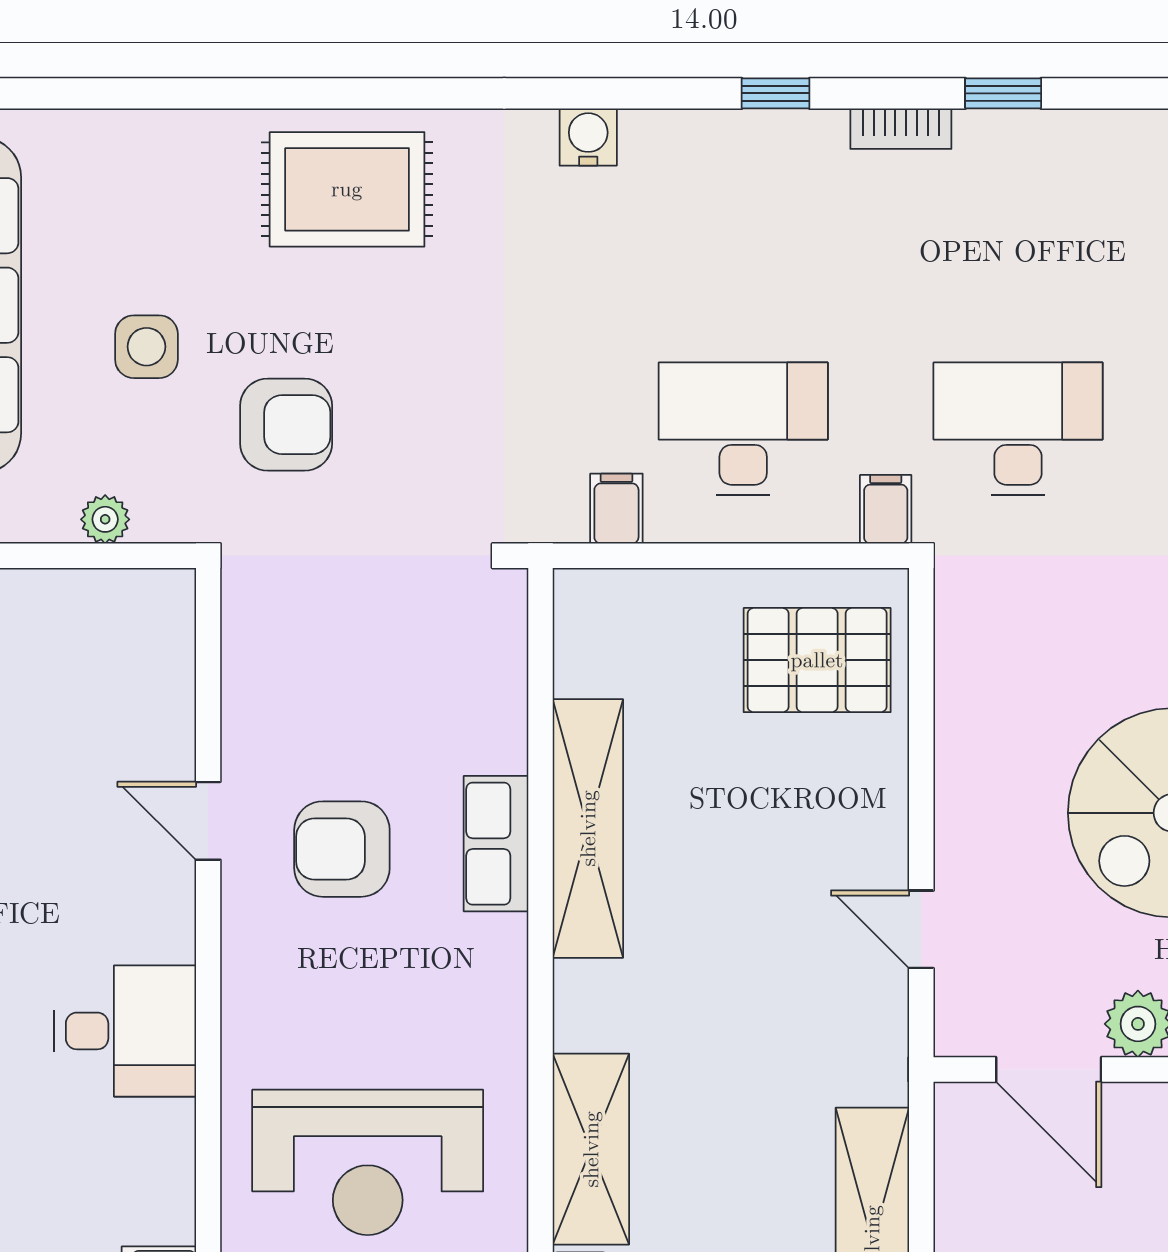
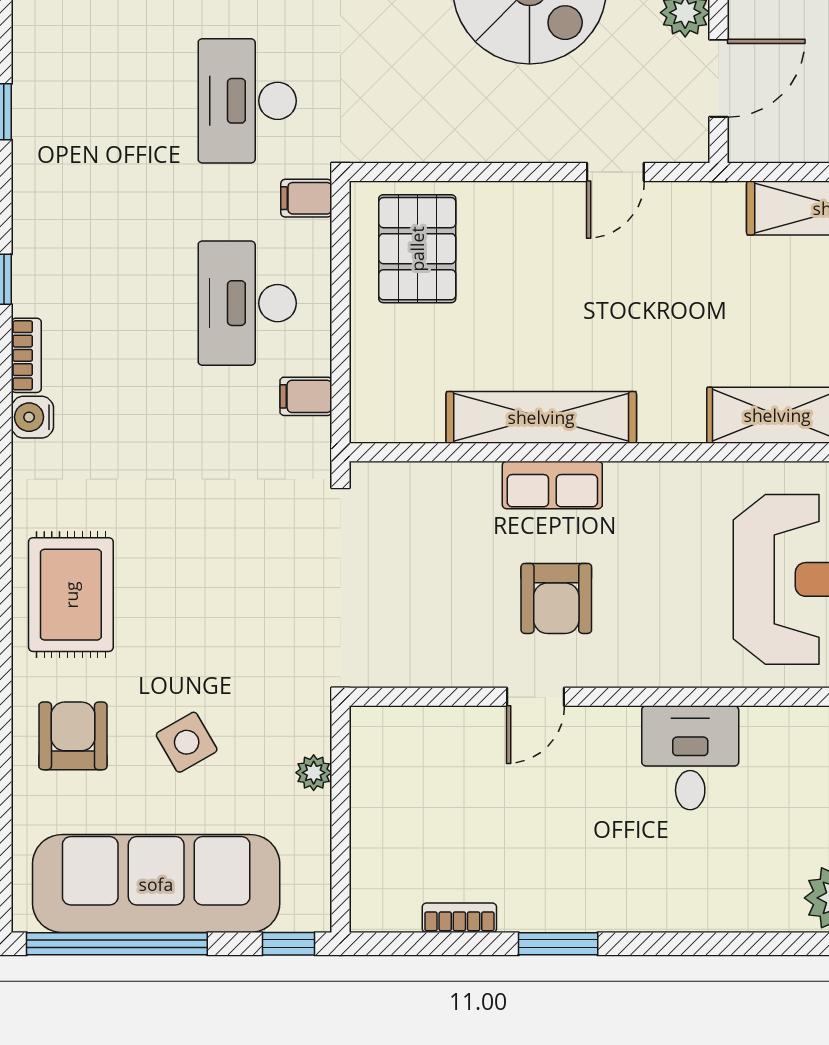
bookcase: (901, 129) -> (26, 355), moved
side table: (146, 347) -> (187, 742), turned -30
armchair: (286, 425) -> (73, 736), moved

